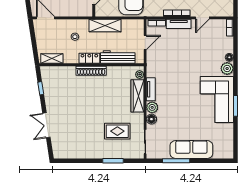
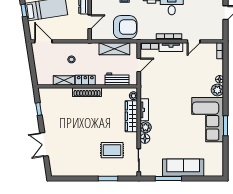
shelving: (105, 25) -> (114, 49), moved
workbench: (118, 57) -> (117, 79), width x0.73
shelving: (52, 59) -> (64, 80), moved

